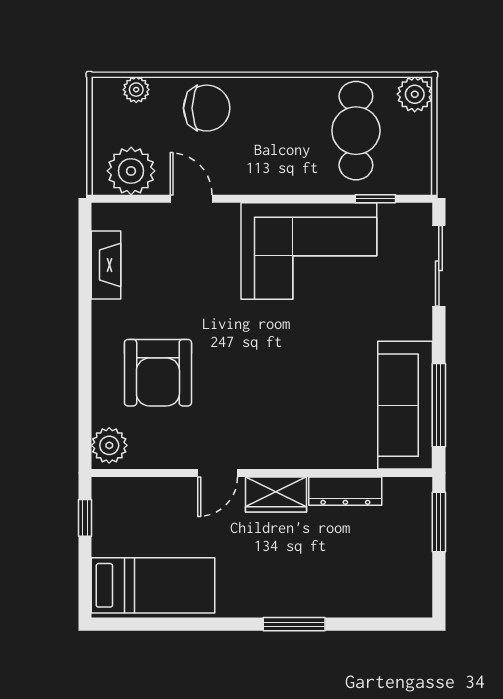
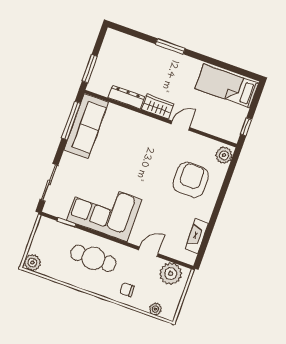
chair: (207, 108) -> (127, 290), width x0.54, depth x0.54
cafe table: (356, 131) -> (93, 258), moved, turned 90
door: (191, 199) -> (148, 252), swing flipped

